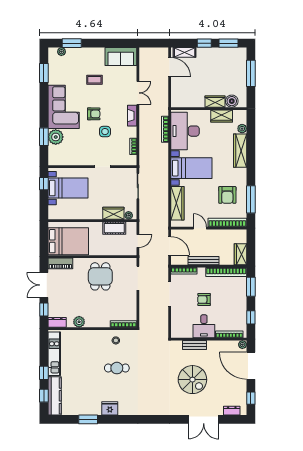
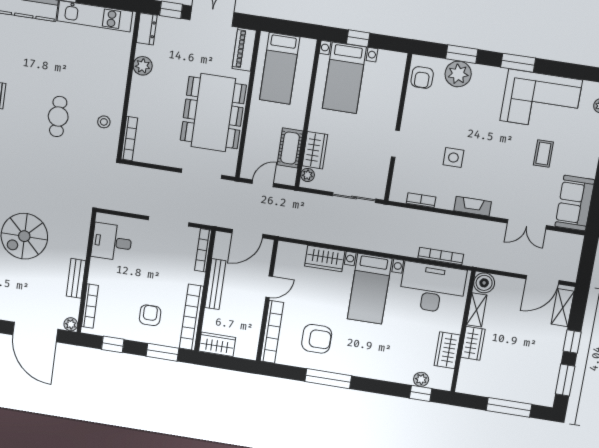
window: (44, 73) -> (518, 63), moved
double door: (138, 93) -> (527, 224), moved
boiler: (232, 101) -> (484, 283), moved
shelving: (194, 103) -> (477, 310), added
corner sofa: (64, 107) -> (541, 100), moved
armchair: (94, 114) -> (422, 77), moved
window: (251, 127) -> (421, 393), added
wardrobe: (240, 151) -> (386, 370), removed
window: (44, 184) -> (358, 38), moved
bed with nightstands: (68, 188) -> (344, 78), moved
armchair: (227, 195) -> (317, 339), turned 180
window: (251, 199) -> (328, 379), moved
wardrobe: (177, 203) -> (325, 259), width x0.67
bed: (68, 241) -> (280, 68), width x0.67
door: (138, 241) -> (263, 183), swing flipped
dining table: (100, 276) -> (213, 113), width x1.88, depth x1.24
armchair: (204, 300) -> (150, 315), moved
desk: (204, 326) -> (112, 242), moved
bench: (195, 345) -> (76, 278), moved
door: (251, 366) -> (35, 332), swing flipped

